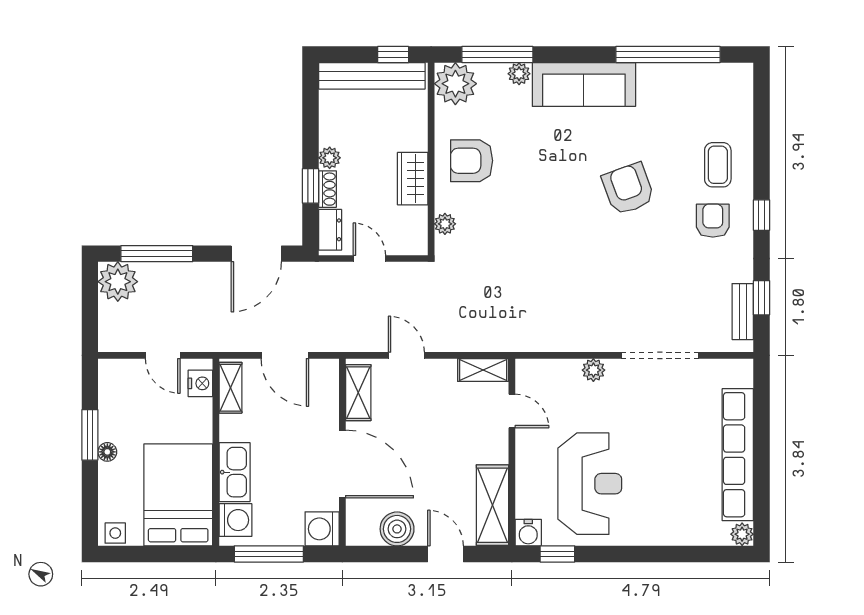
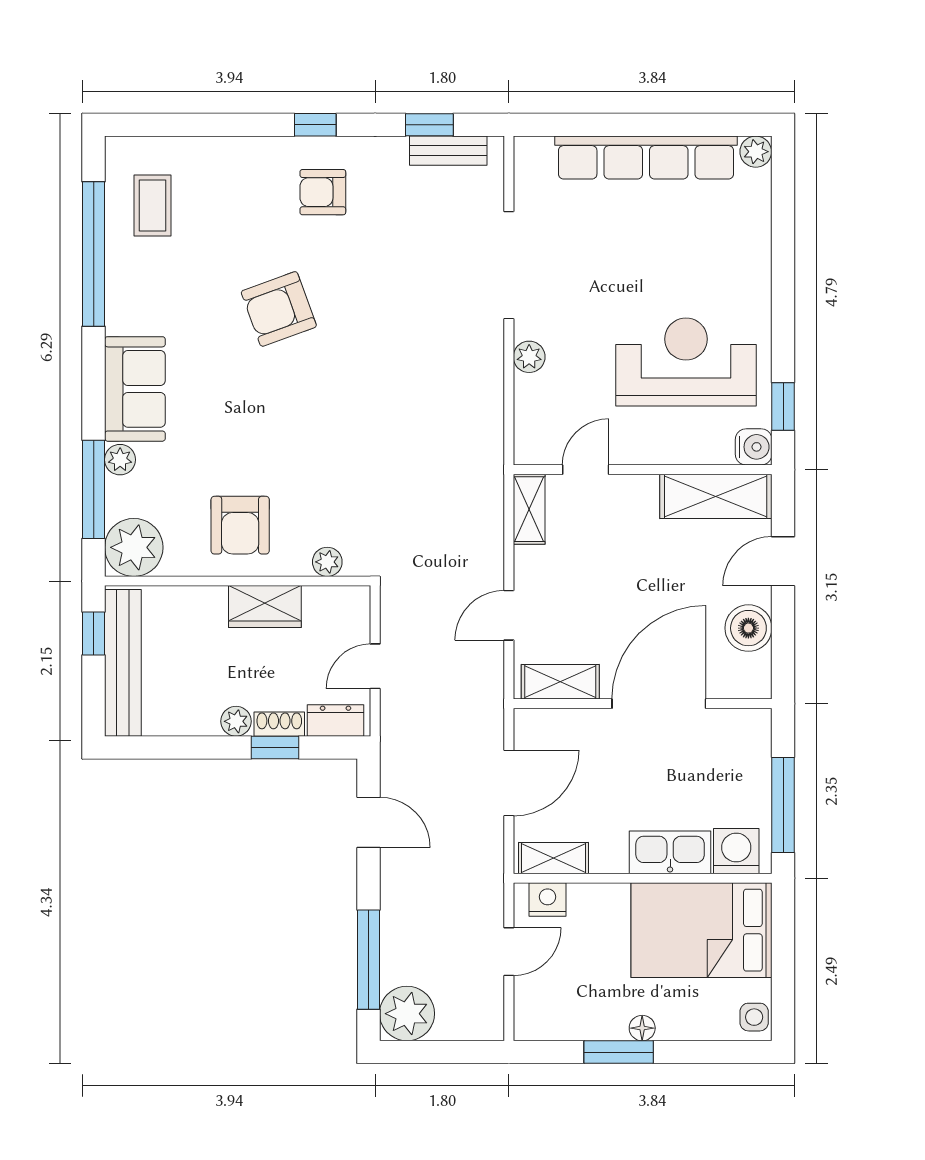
sofa: (584, 85) -> (135, 389), width x0.73
coffee table: (718, 165) -> (152, 206), moved, turned 90
door: (256, 254) -> (368, 822), width x0.73
washing machine: (322, 529) -> (748, 732), removed

